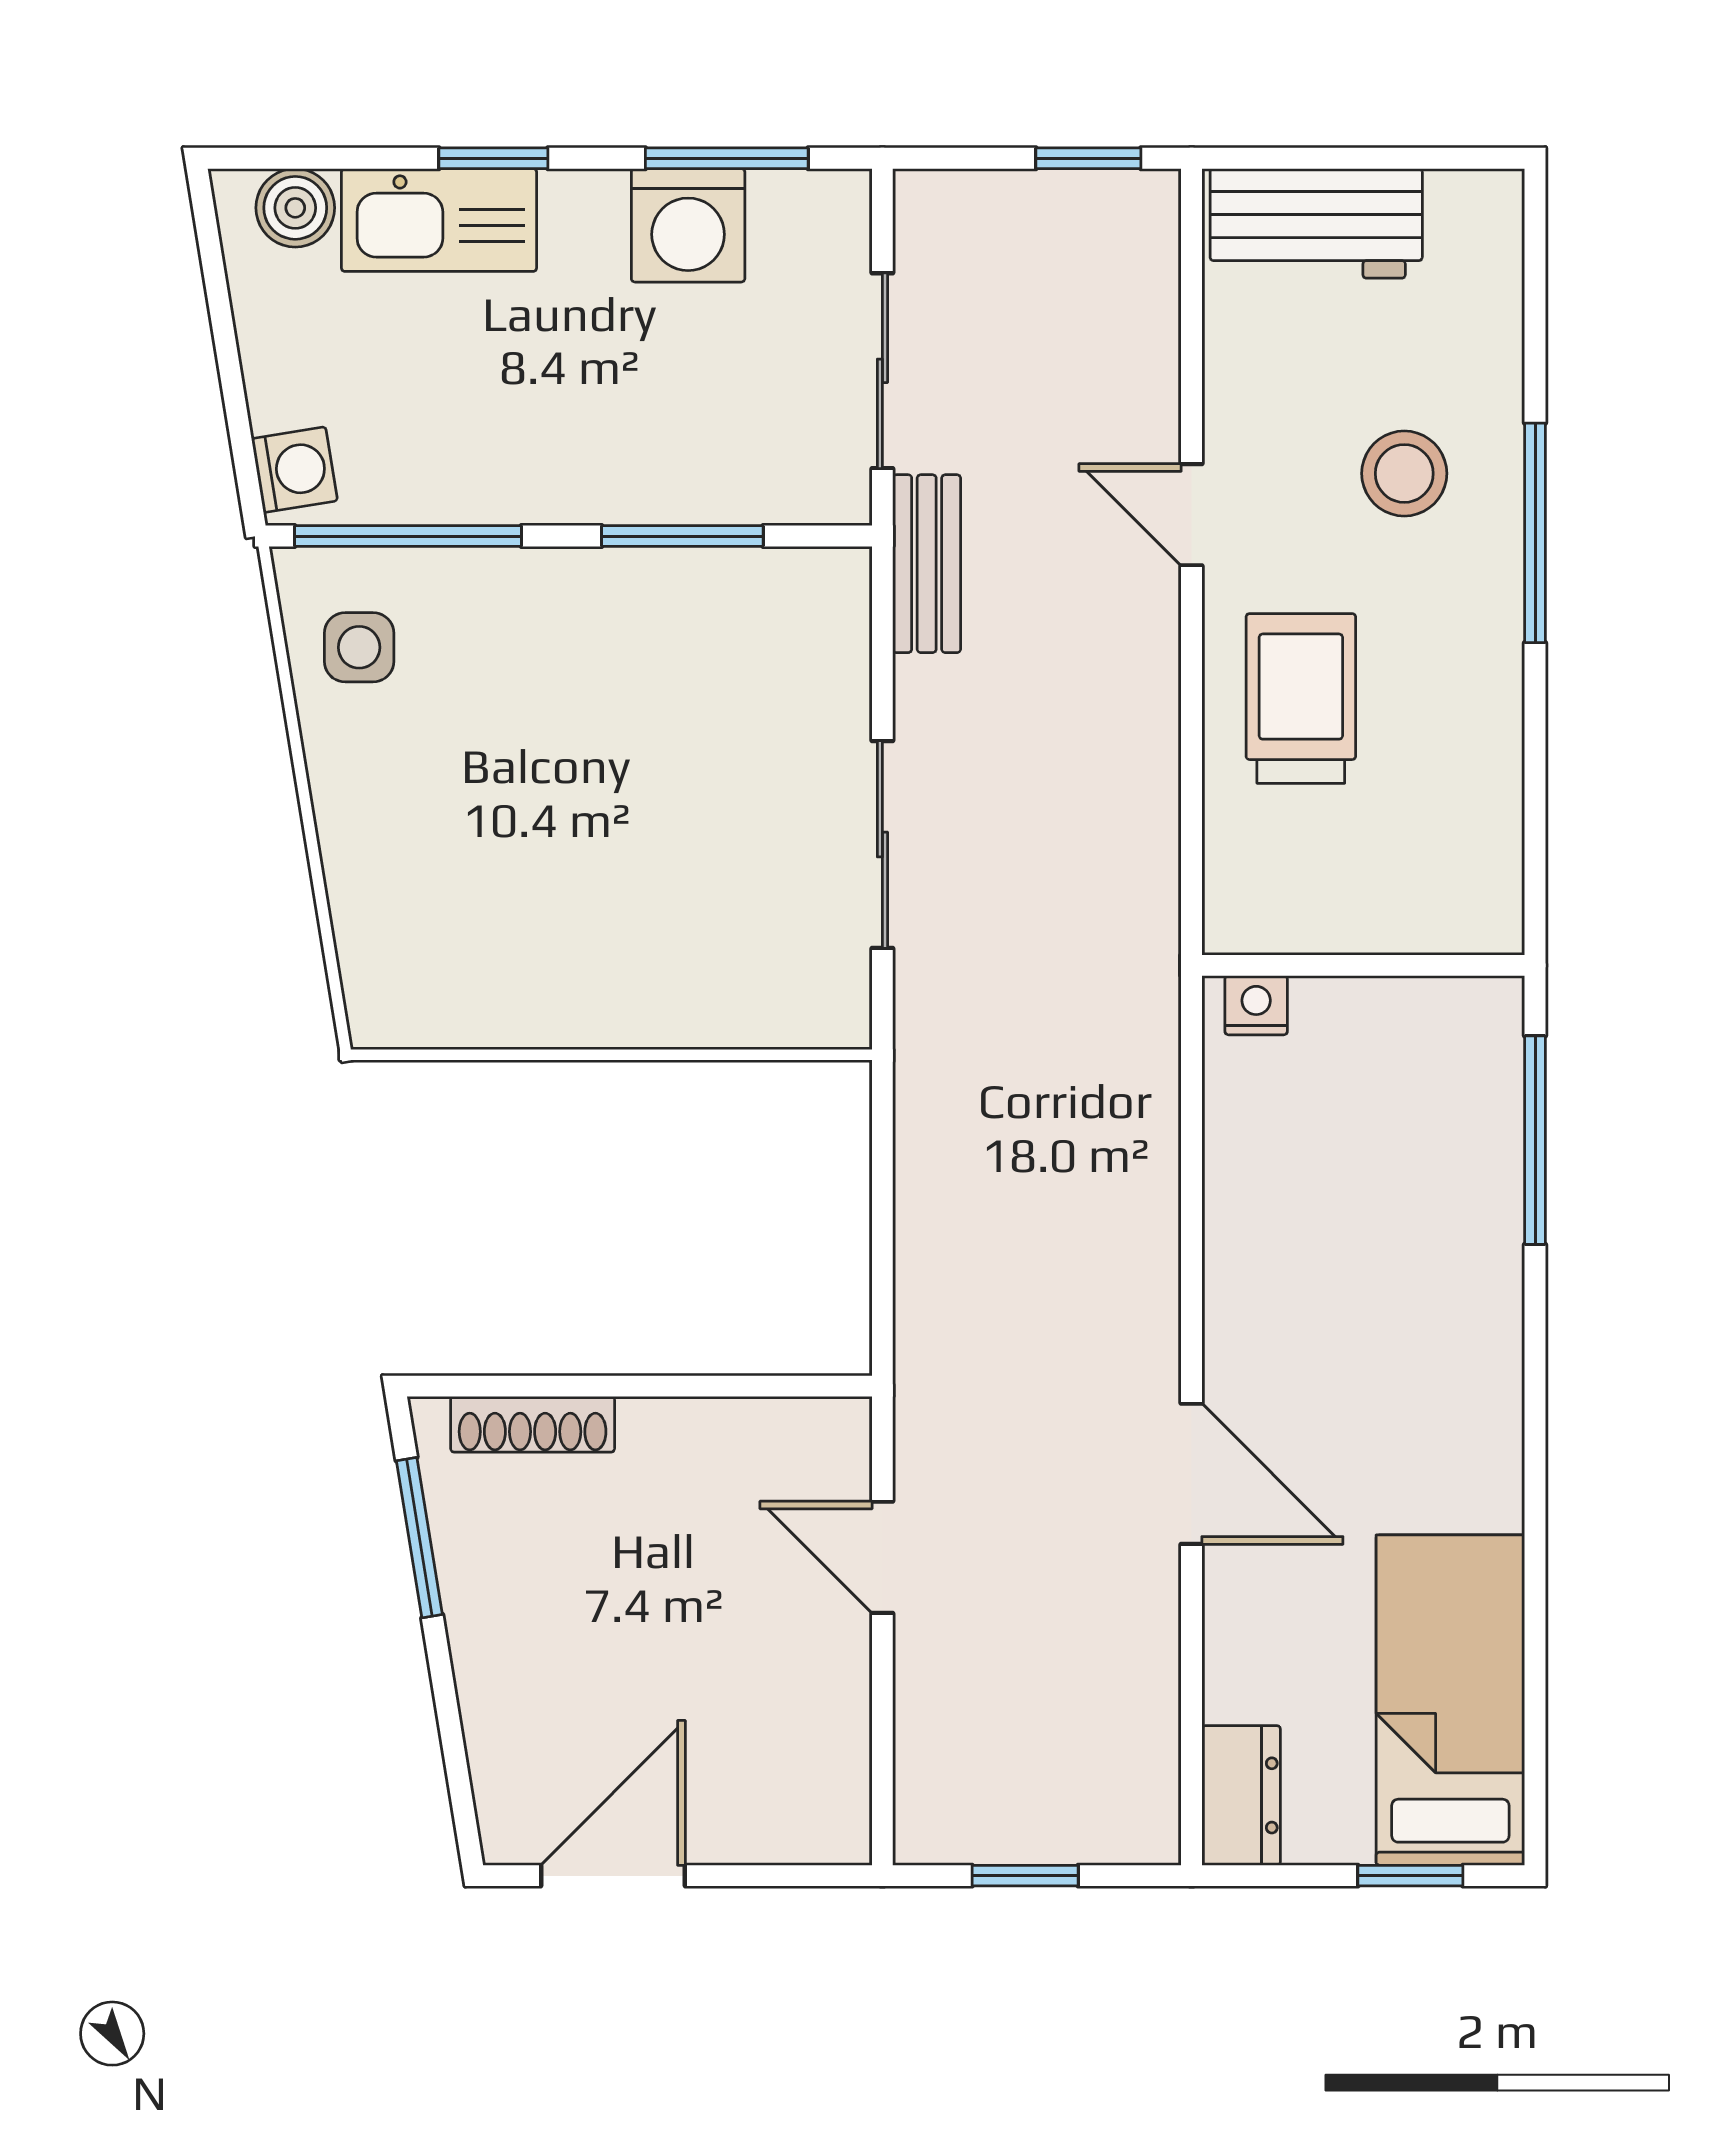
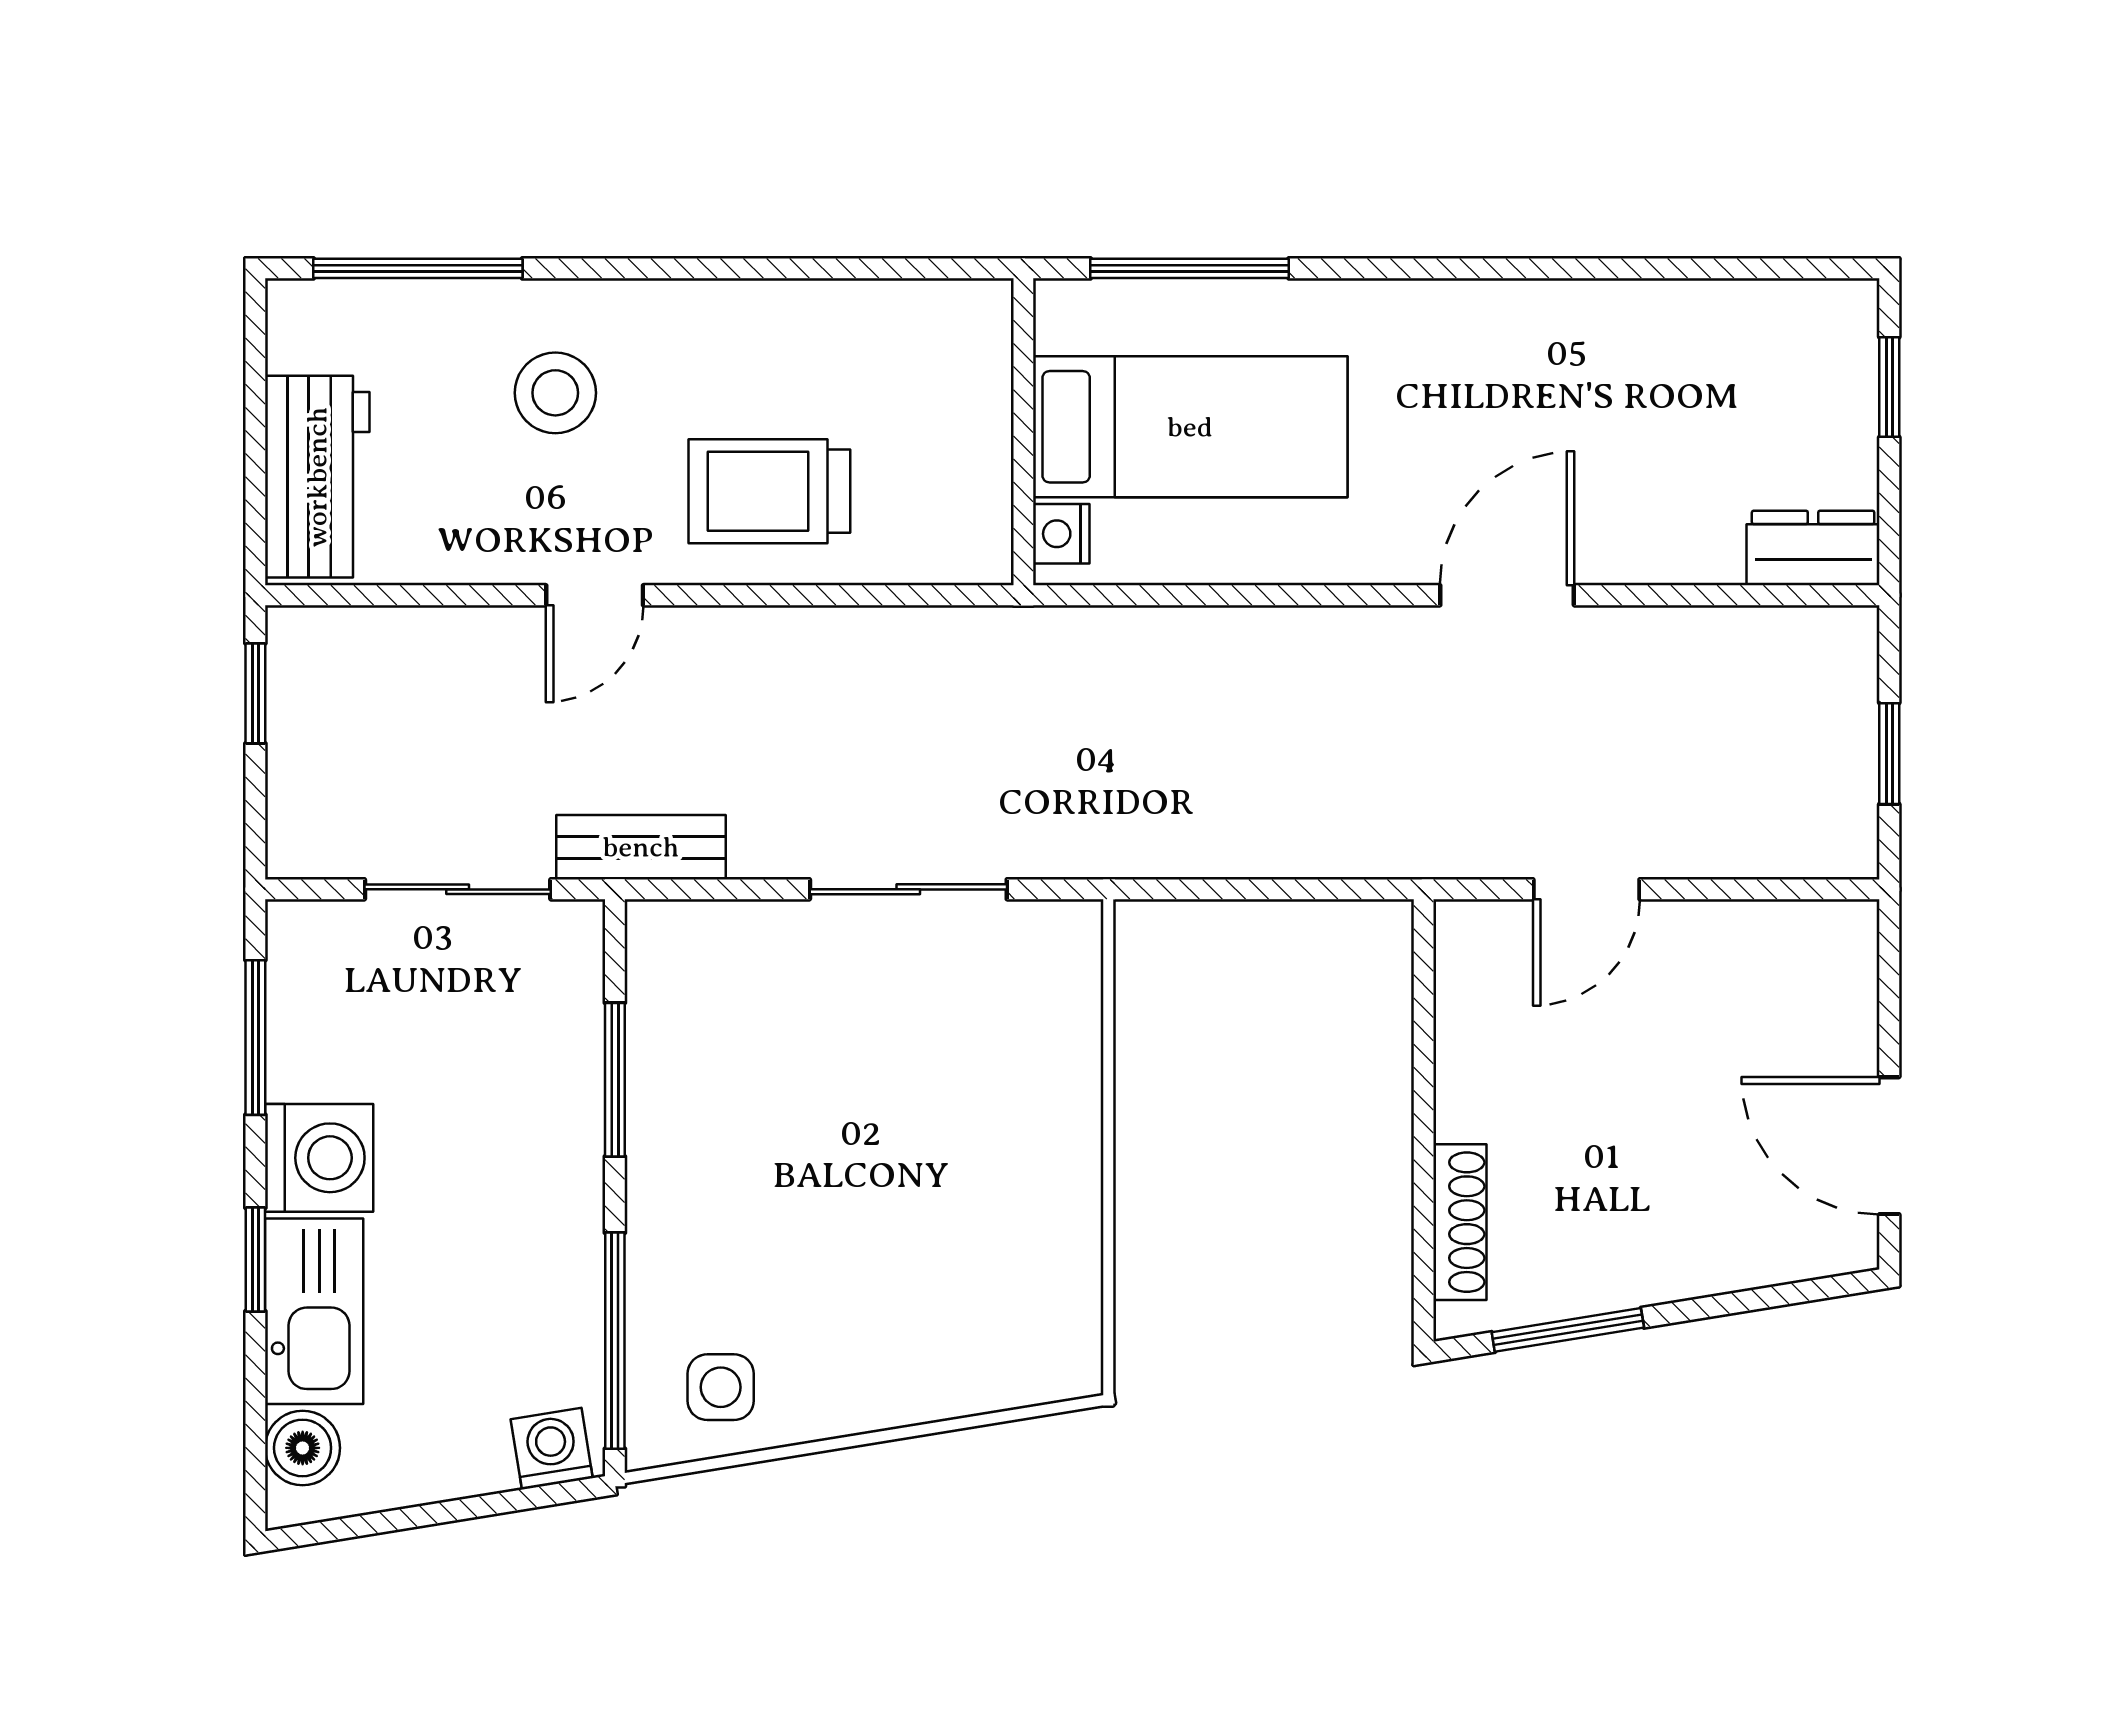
washing machine: (688, 225) -> (319, 1158), moved
window: (1535, 533) -> (418, 268), moved
bed: (1450, 1700) -> (1190, 427), moved, turned 180

